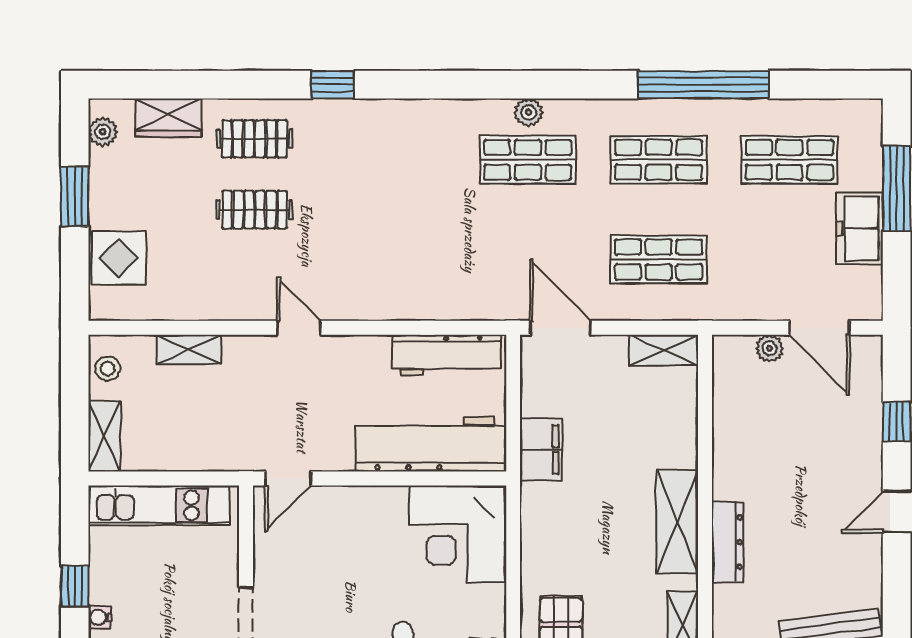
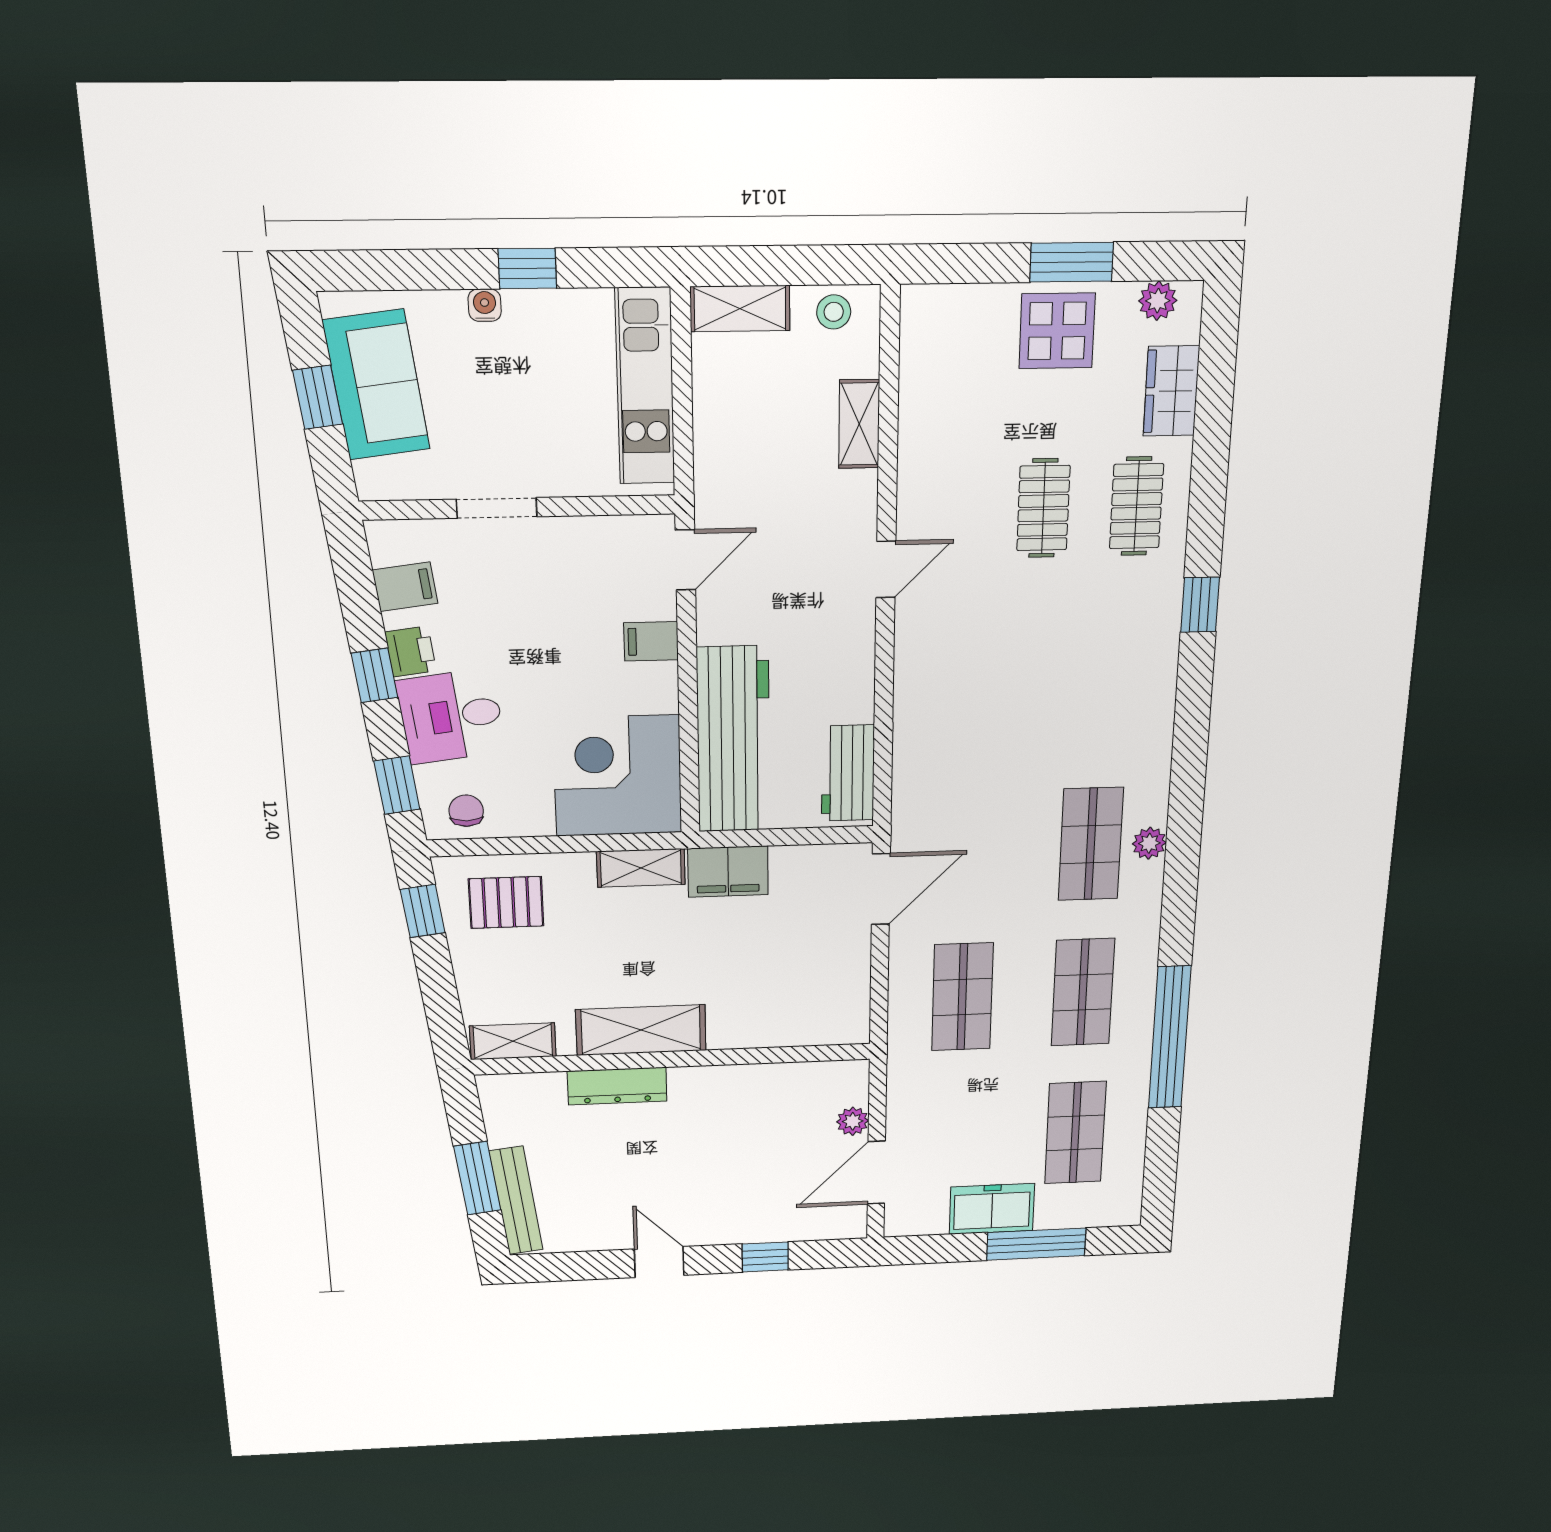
display table: (119, 258) -> (1057, 331), moved
shelving: (664, 350) -> (641, 868), moved, turned 90
workbench: (447, 355) -> (848, 773), width x0.73
door: (288, 479) -> (685, 560), swing flipped
filing cabinet: (351, 506) -> (651, 641), added

